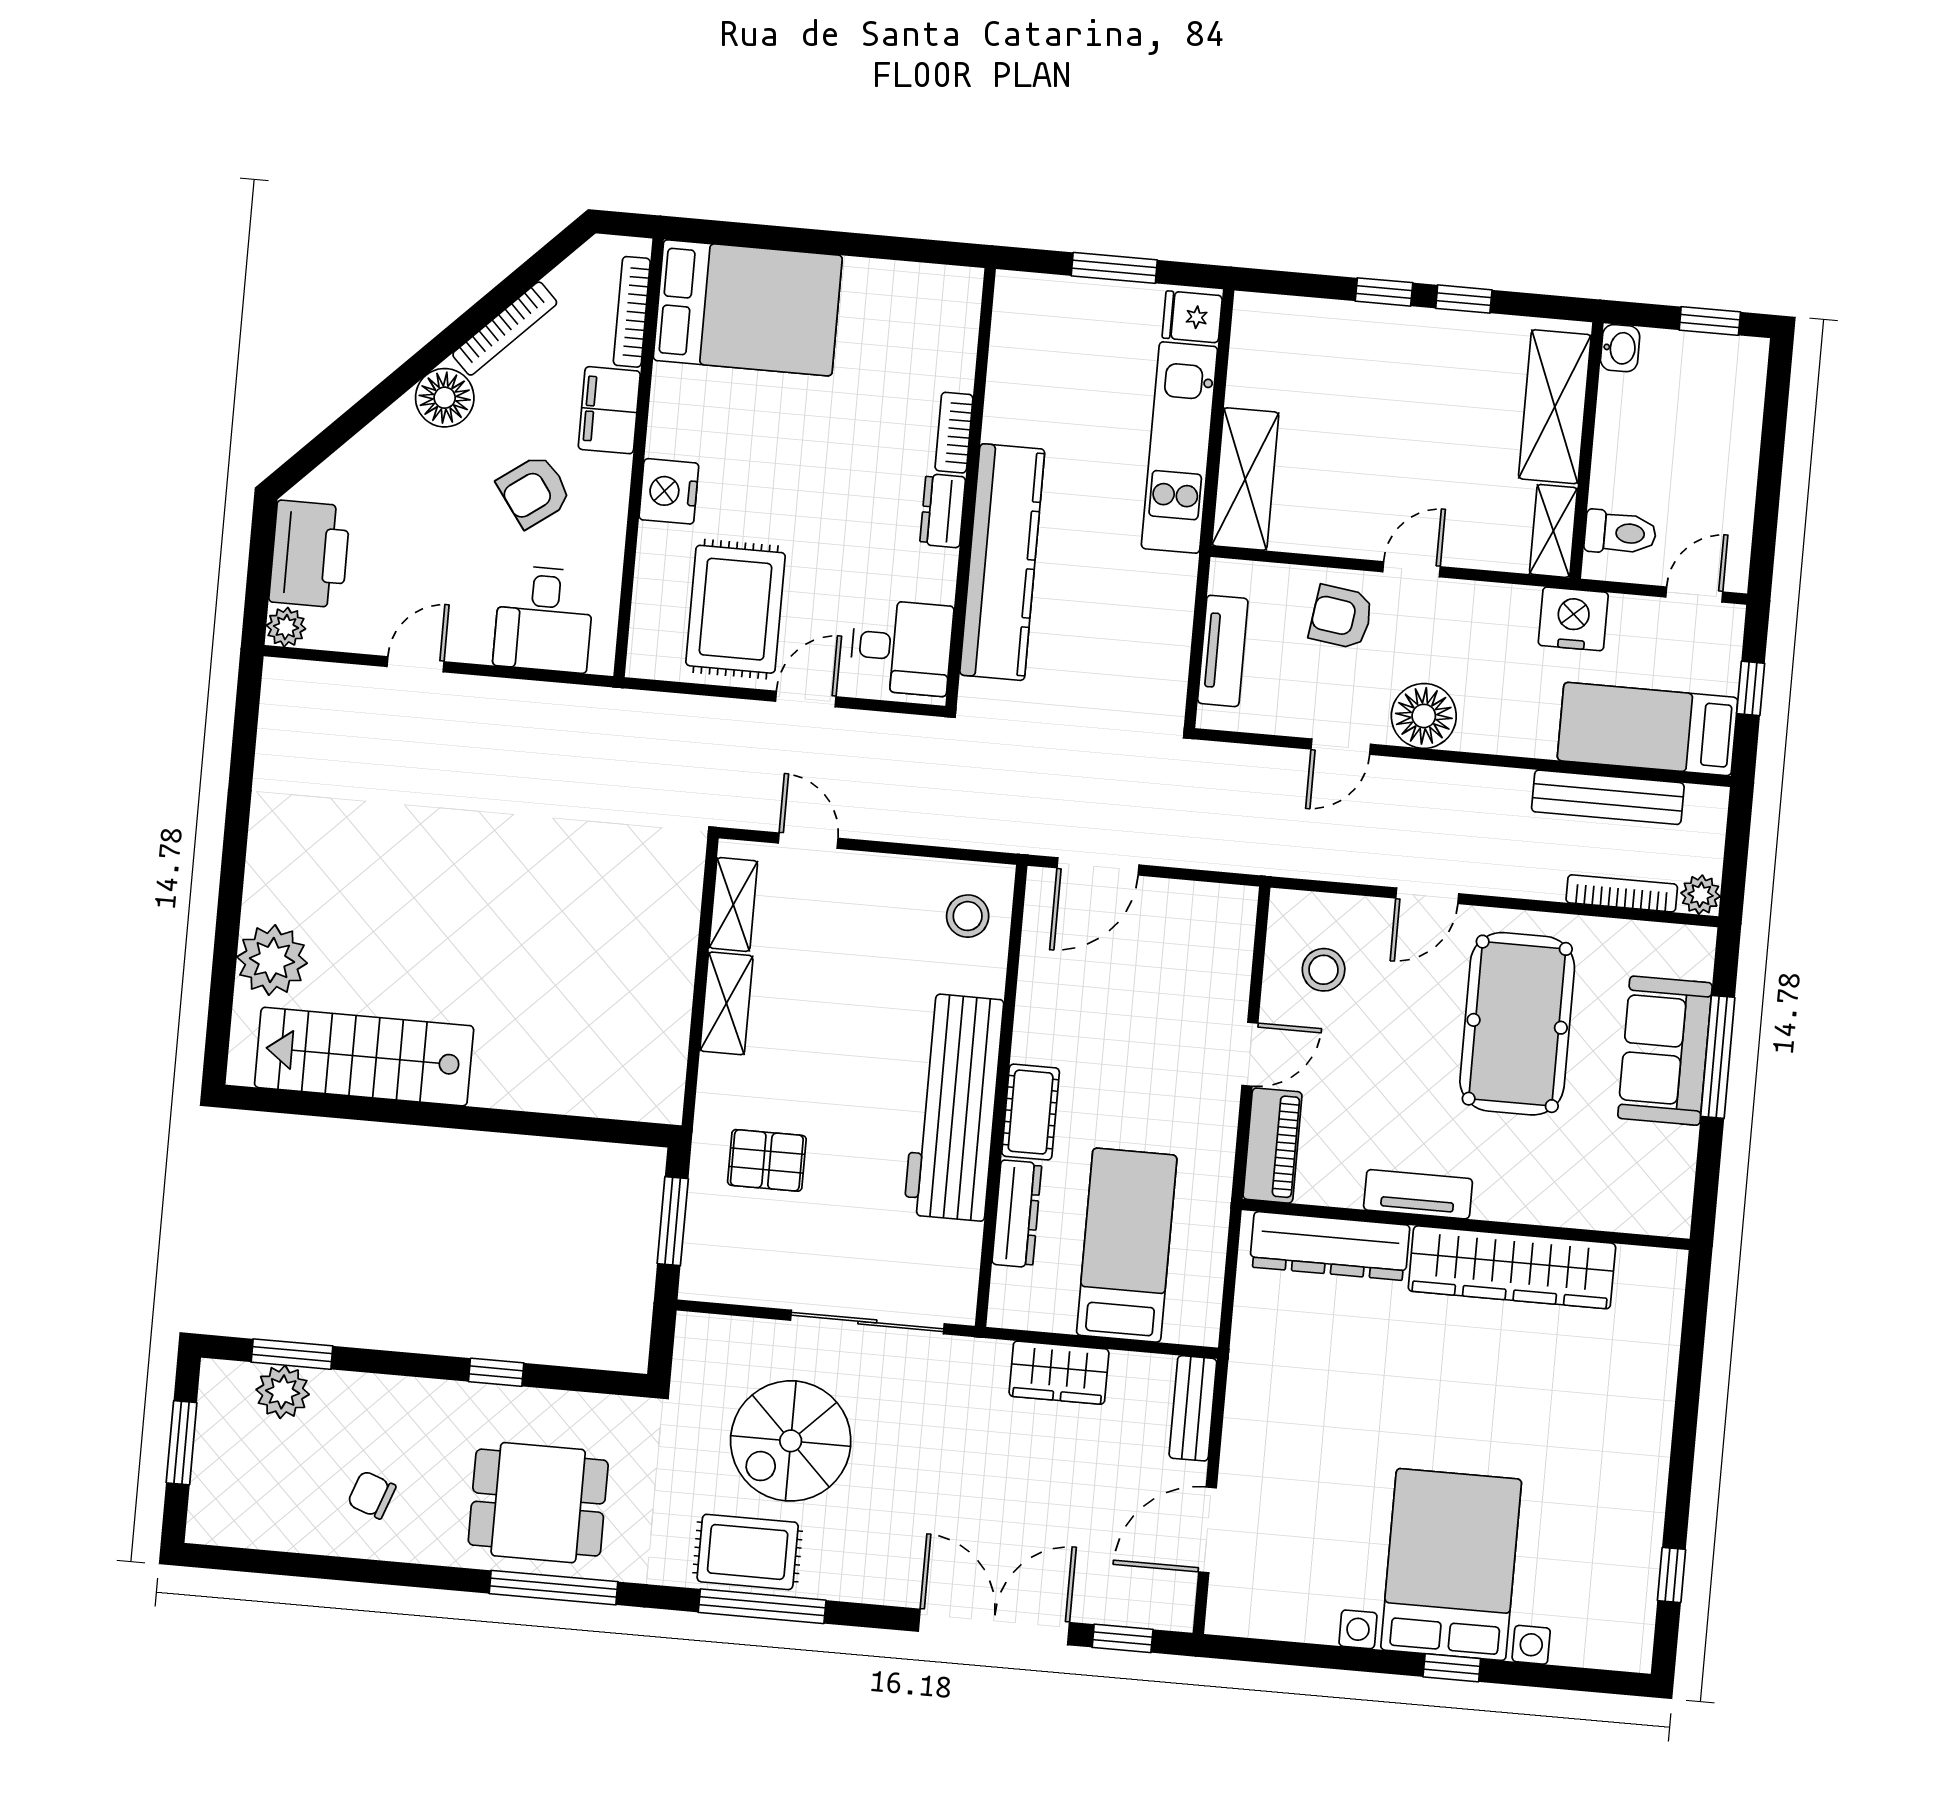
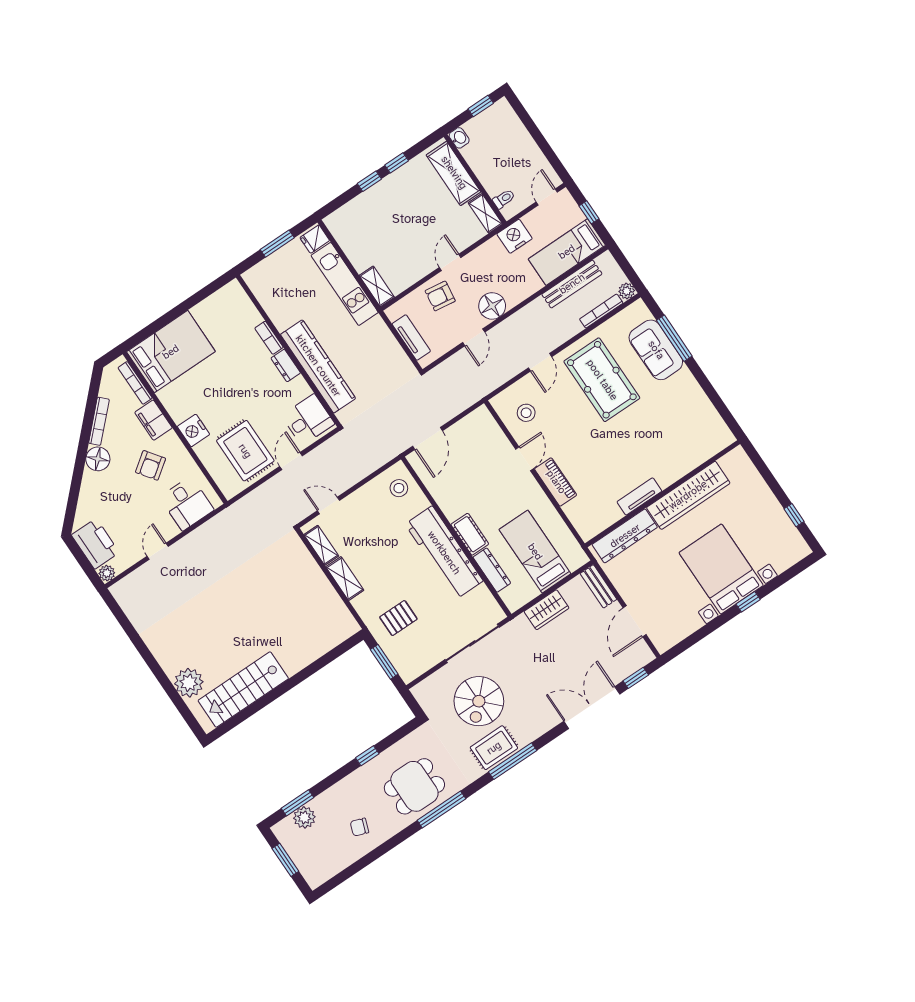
shelving: (1245, 479) -> (377, 286), width x0.67, depth x0.75
toilet: (1620, 533) -> (504, 199), width x0.73, depth x0.72
tv unit: (1418, 1194) -> (639, 496), moved
wall: (1466, 1225) -> (662, 494), moved
dresser: (1330, 1246) -> (625, 536), moved
wardrobe: (1512, 1267) -> (688, 495), moved

